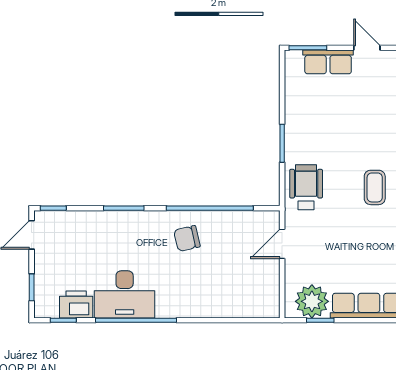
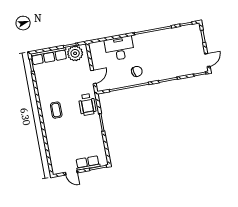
desk: (125, 294) -> (119, 48), moved
printer: (76, 304) -> (181, 32), removed

